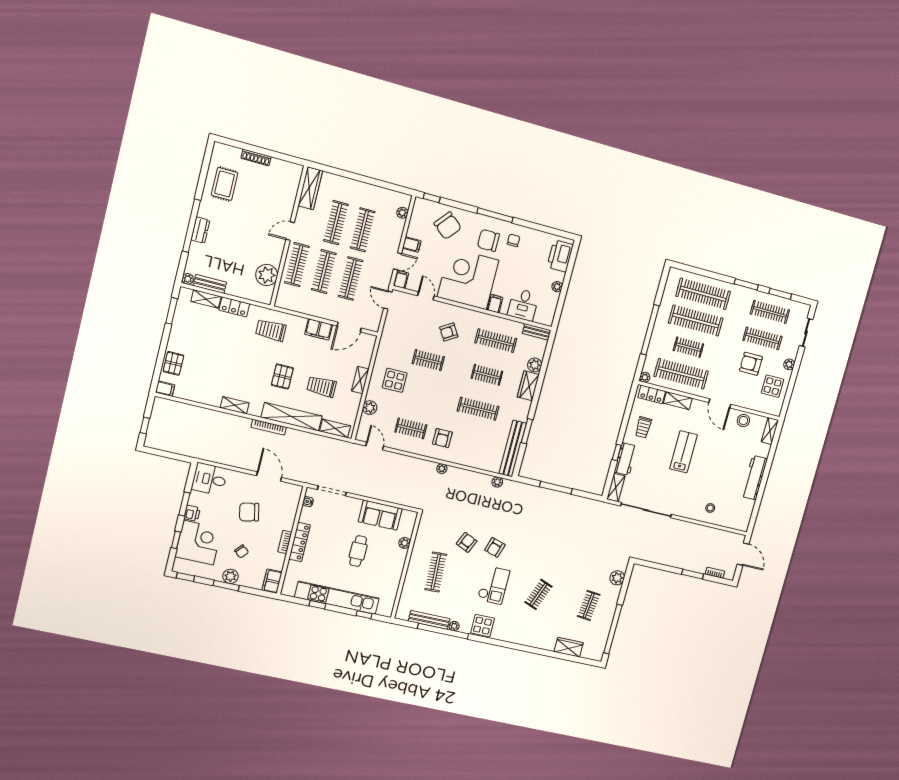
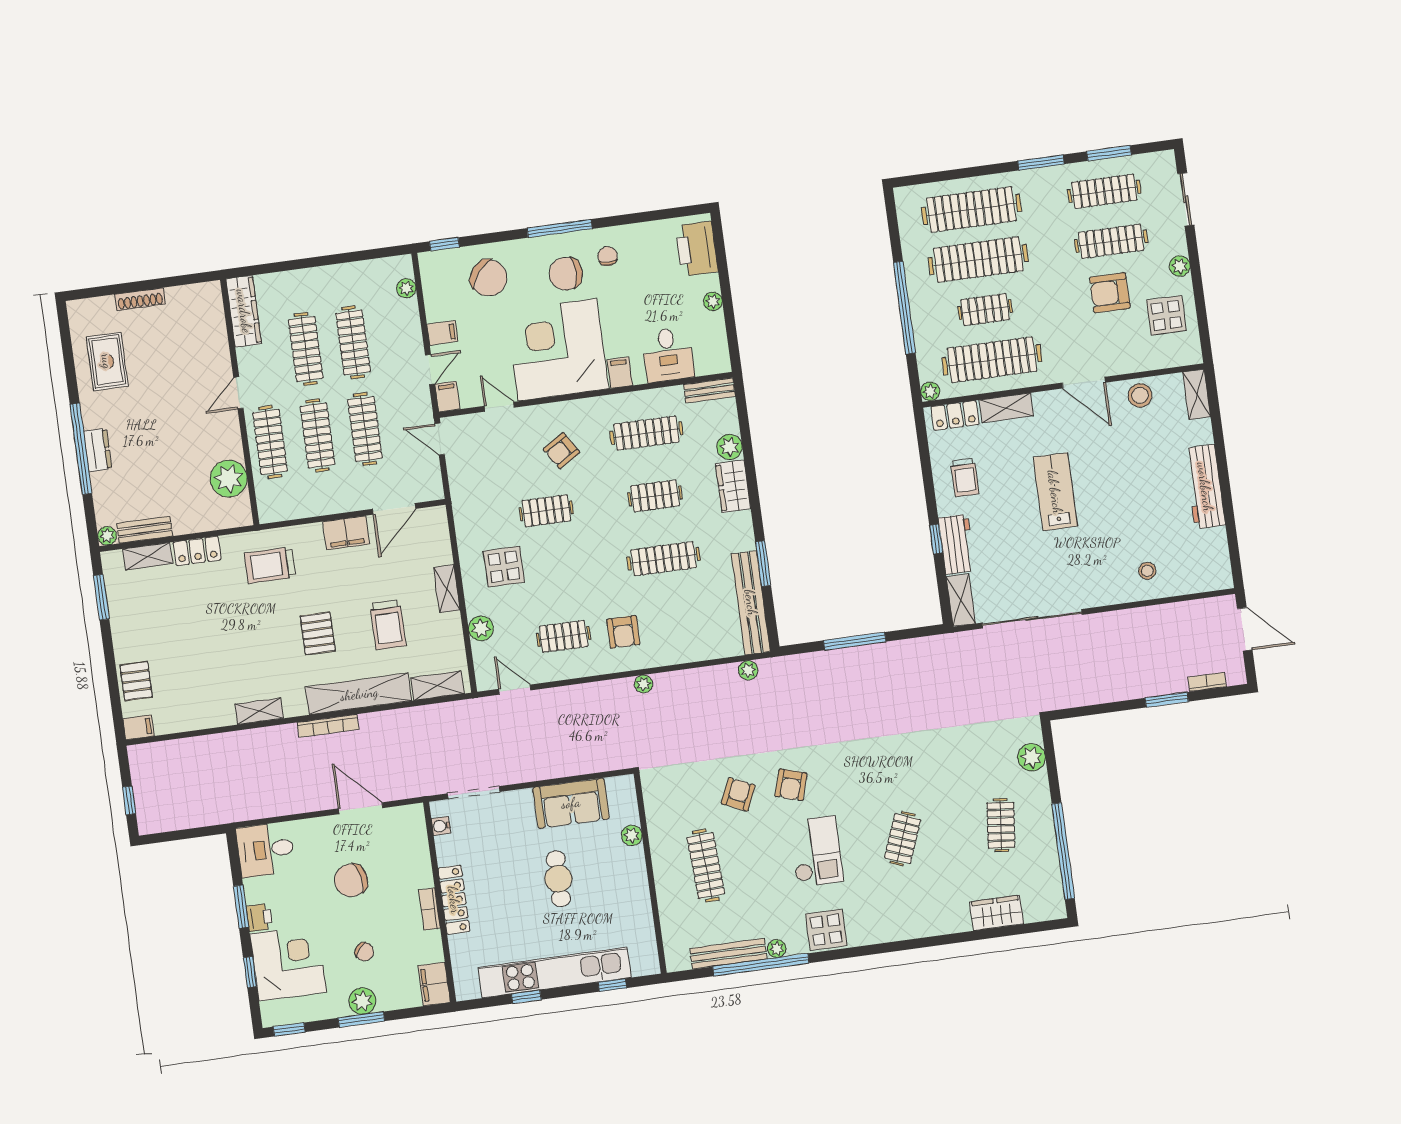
trolley: (322, 387) -> (388, 625), turned -90

